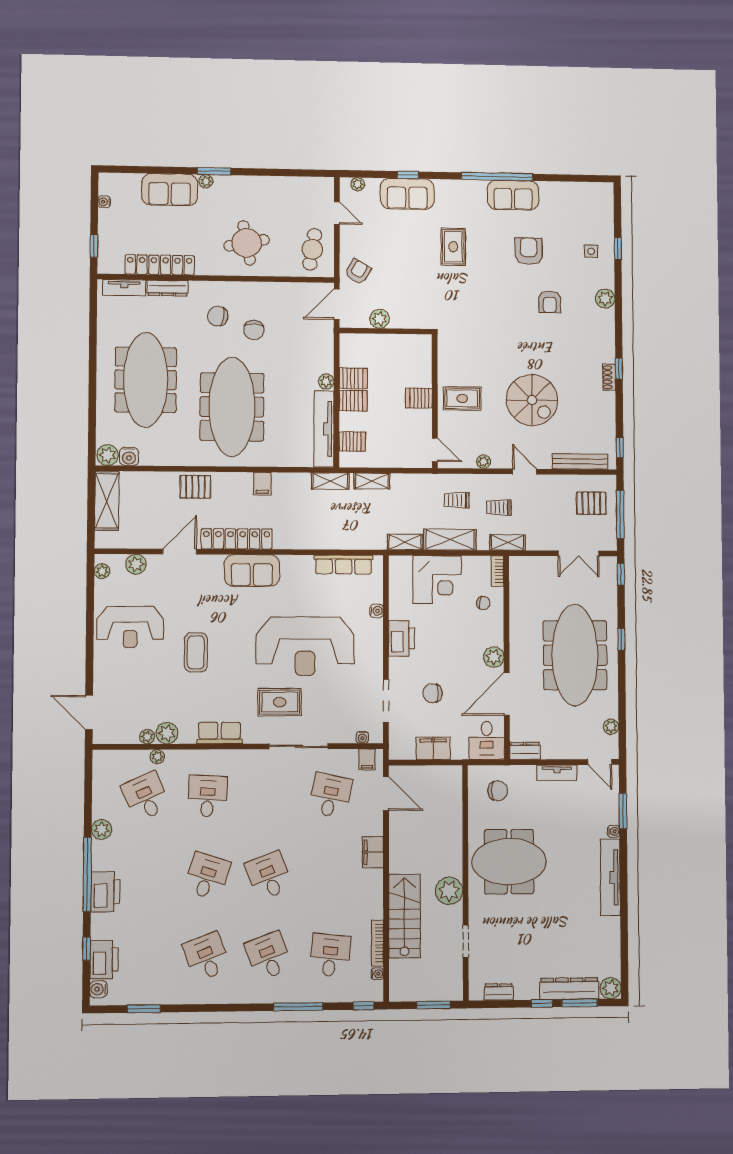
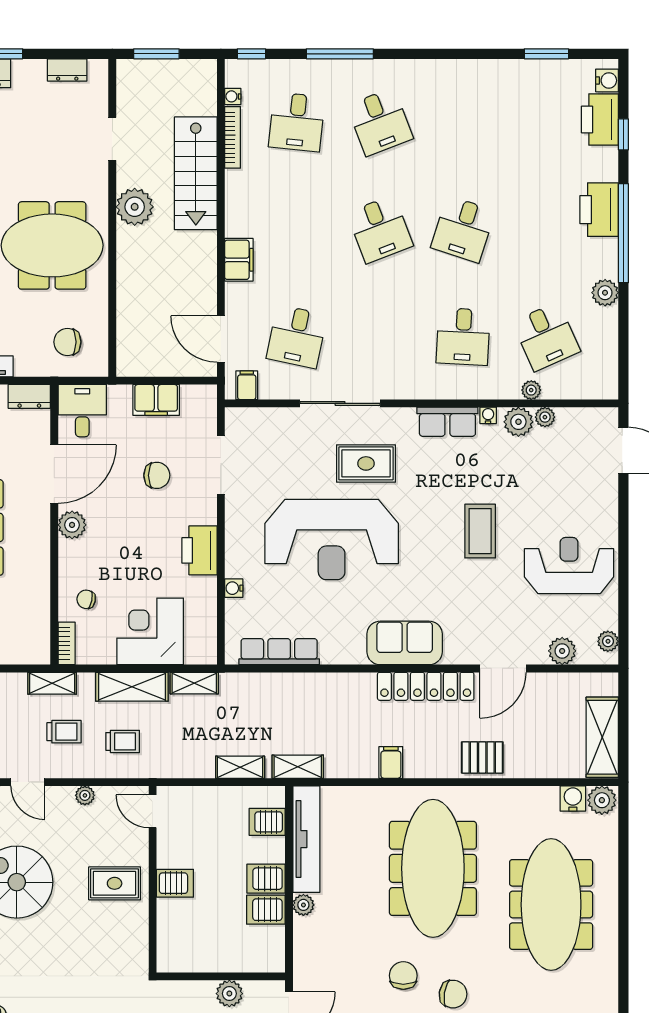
reception desk: (305, 646) -> (332, 540), turned 180
water cooler: (362, 737) -> (488, 415), moved
desk: (207, 957) -> (463, 122), removed

